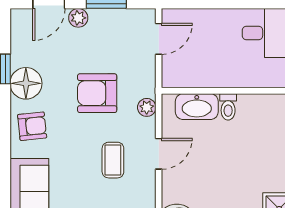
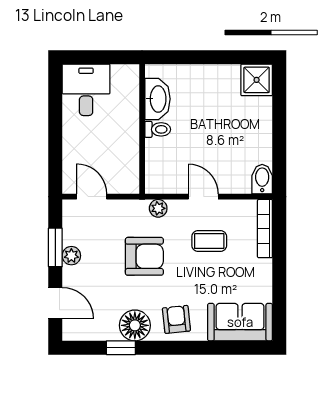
plant: (78, 18) -> (71, 256), moved
armchair: (97, 93) -> (144, 256), turned -90
washbasin: (197, 107) -> (157, 99), moved

